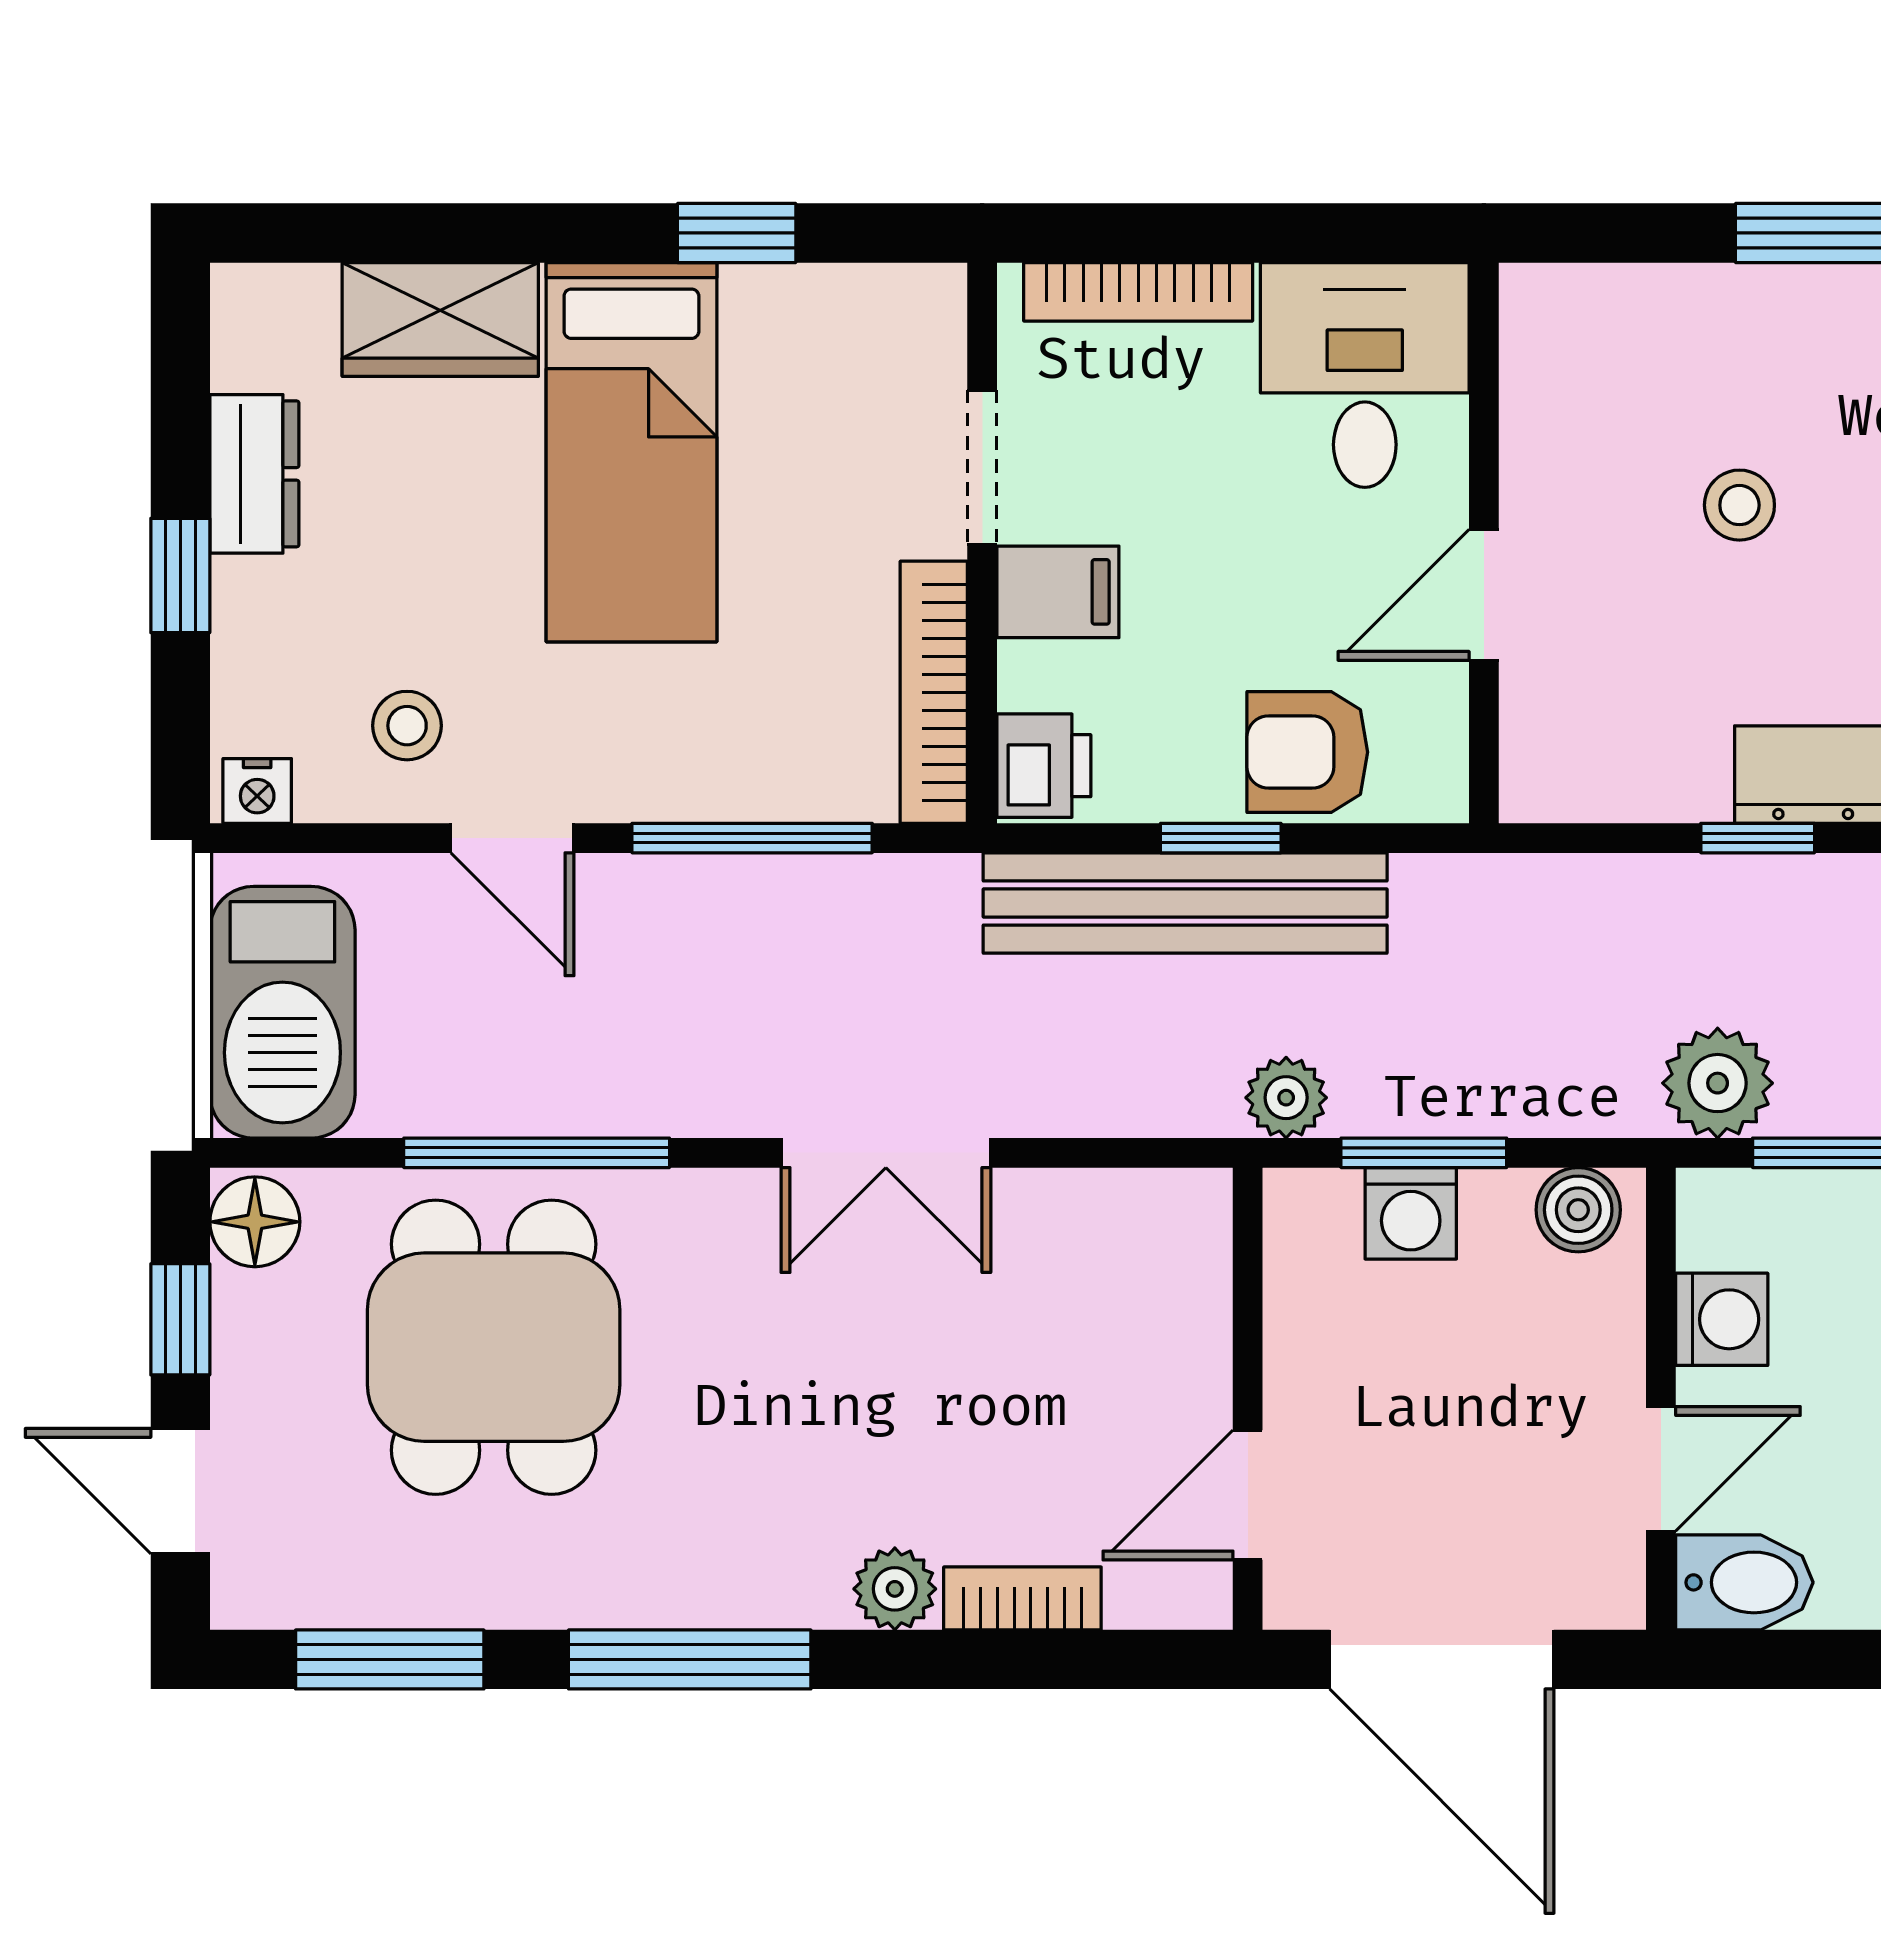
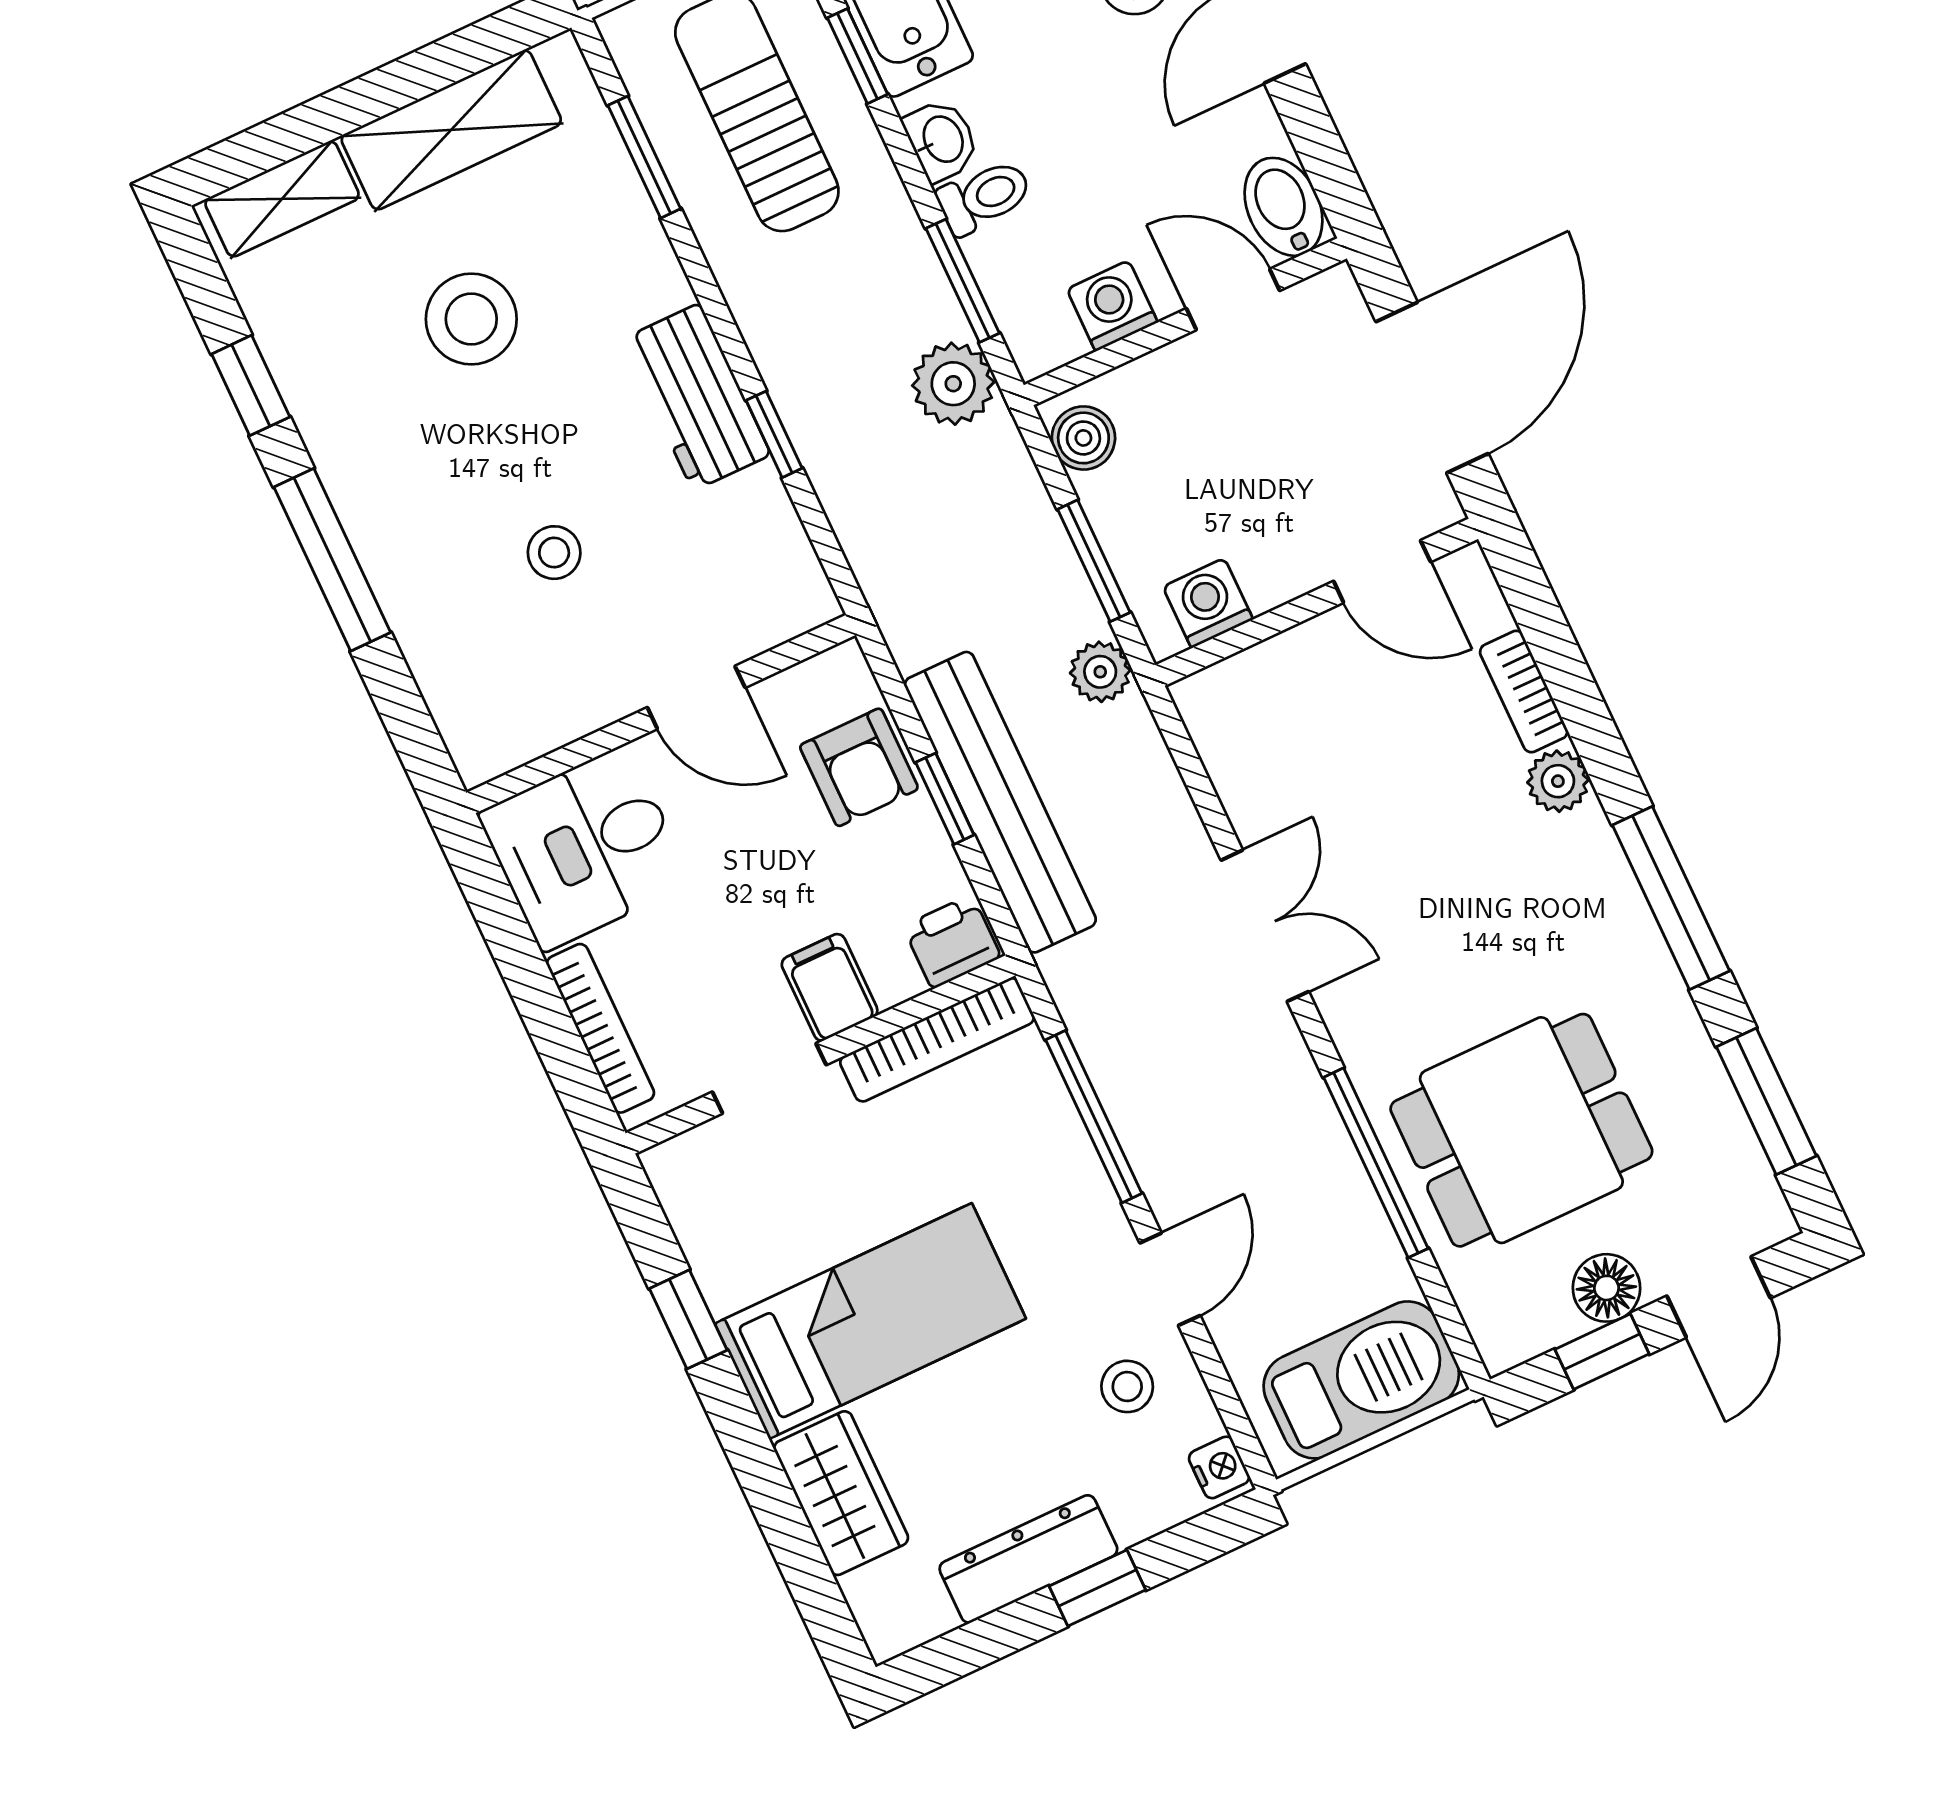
dresser: (254, 474) -> (1028, 1559), width x1.44
washing machine: (1411, 1213) -> (1208, 603), moved, turned -90
floor lamp: (255, 1222) -> (1606, 1288), moved

